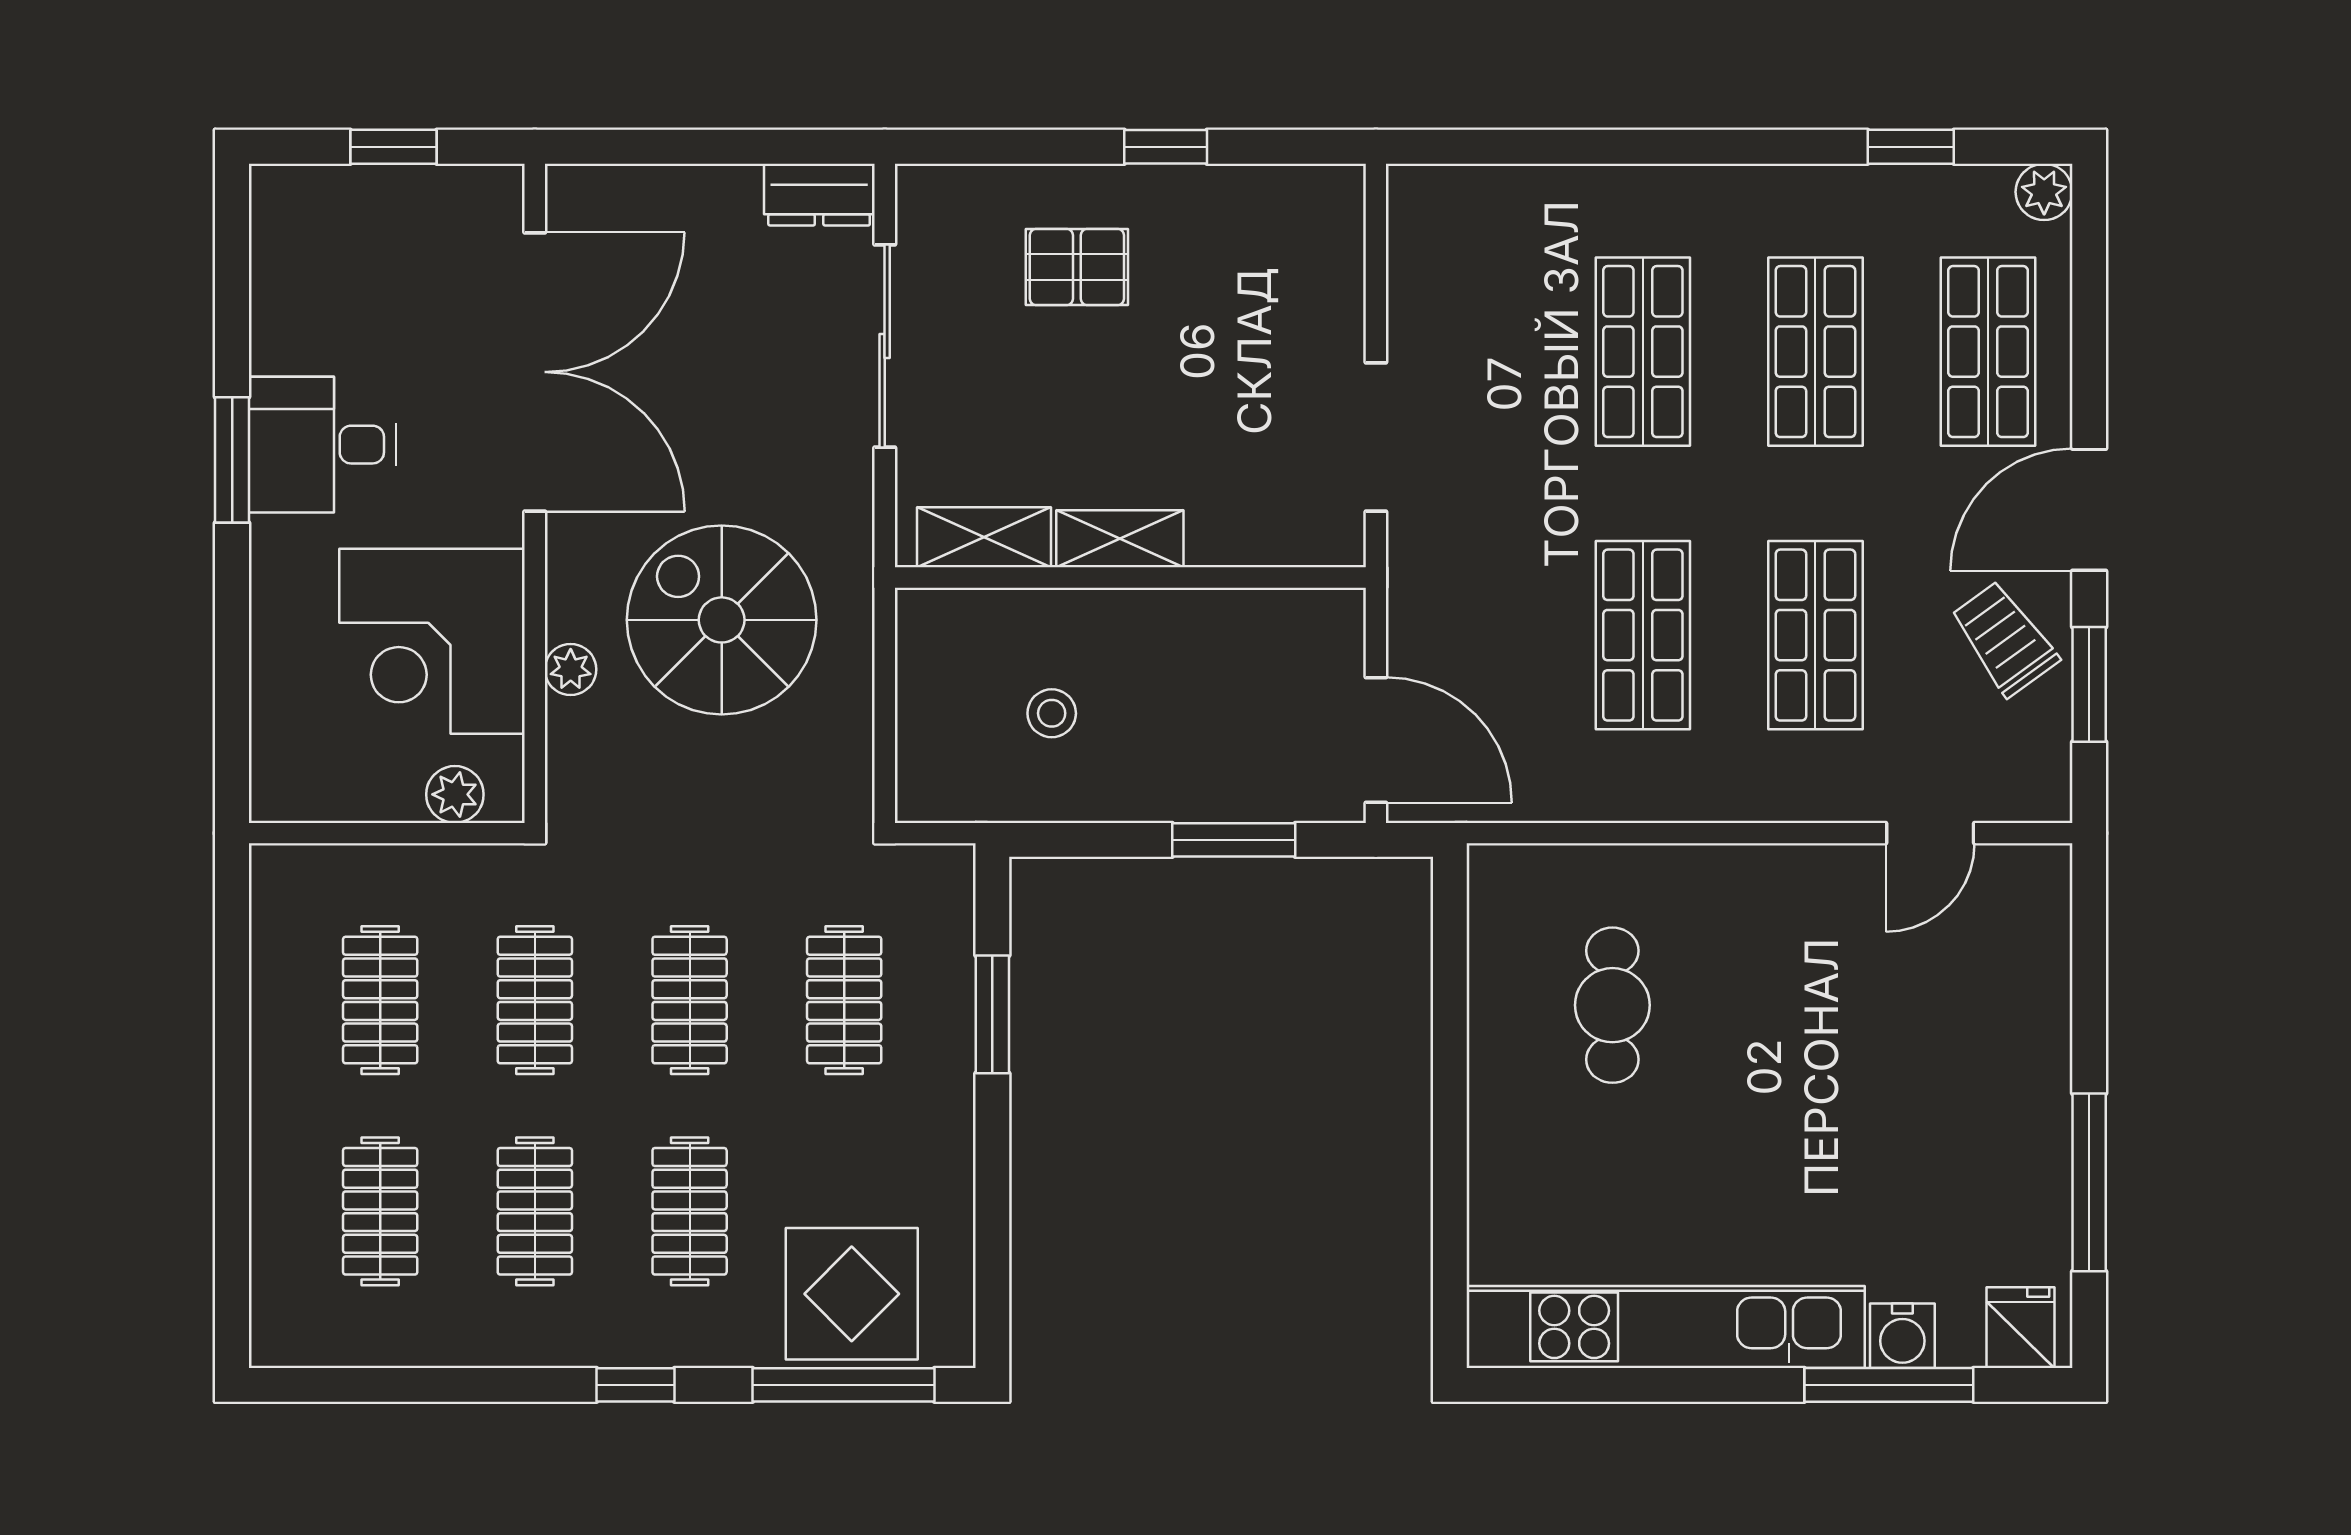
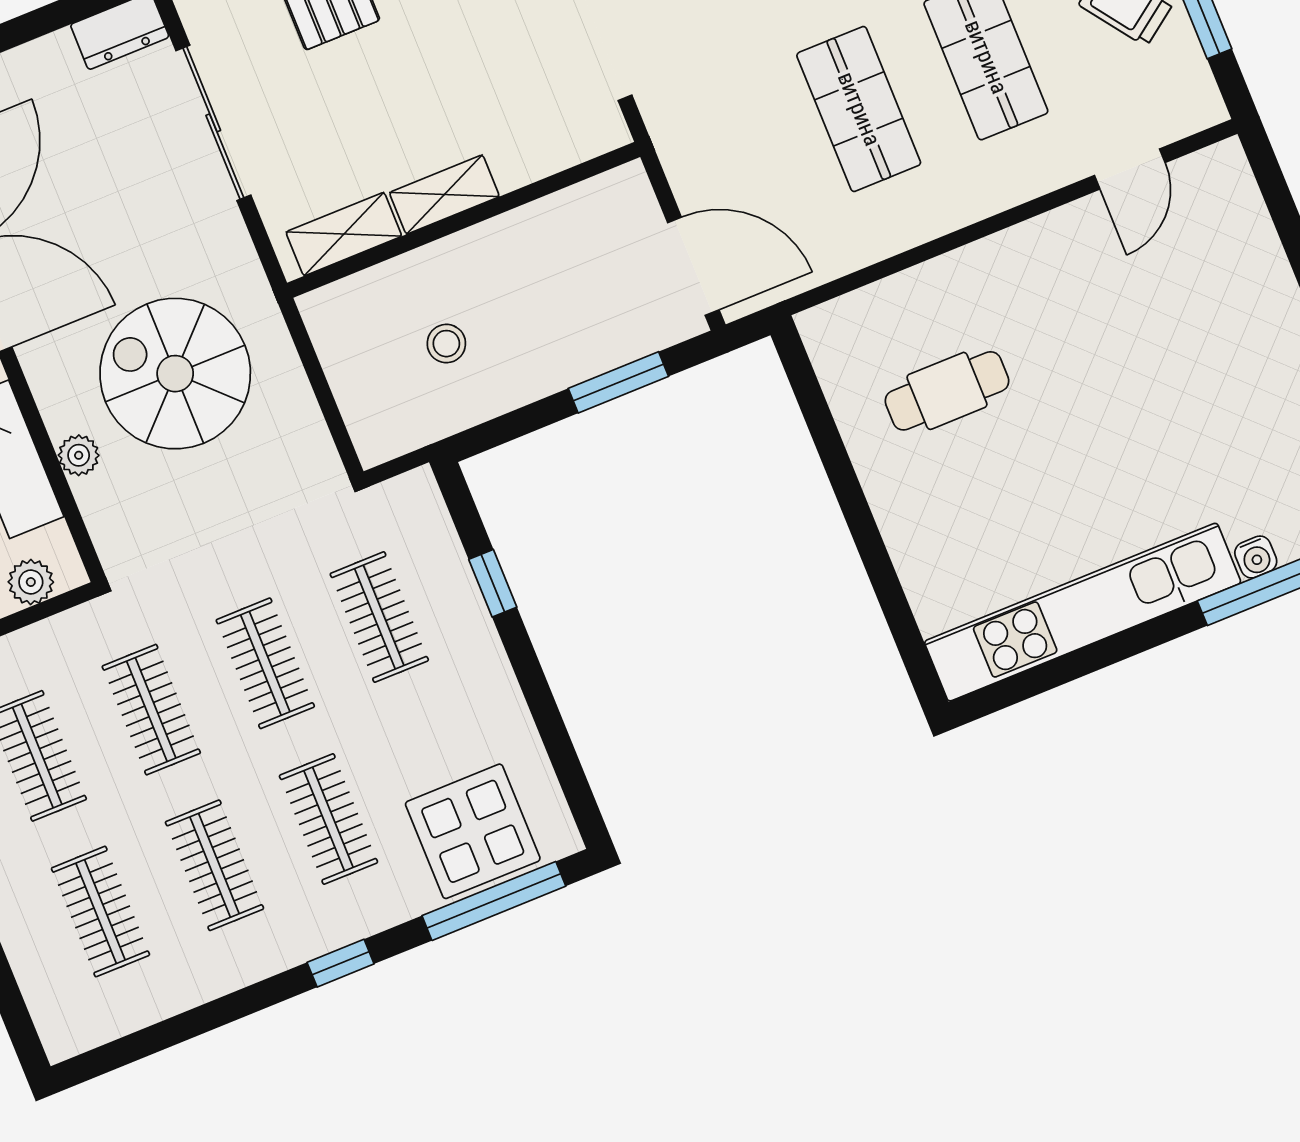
cafe table: (1612, 1005) -> (947, 391), turned 90
window: (992, 1014) -> (493, 583), width x0.67
water cooler: (1902, 1336) -> (1256, 557), width x0.72, depth x0.72

